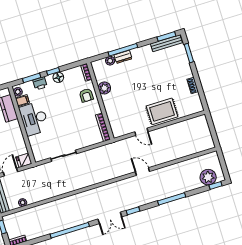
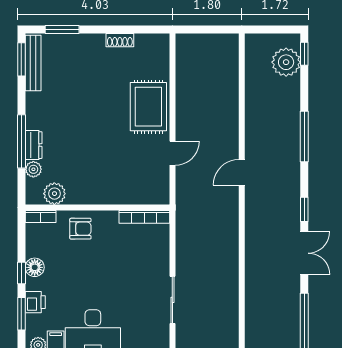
plant: (104, 88) -> (54, 194), moved

